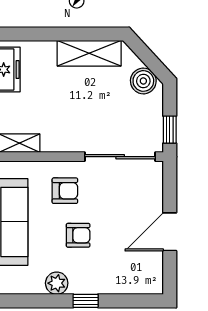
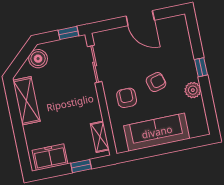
sliding door: (120, 157) -> (95, 64), width x0.73
armchair: (78, 235) -> (156, 82), turned 74

